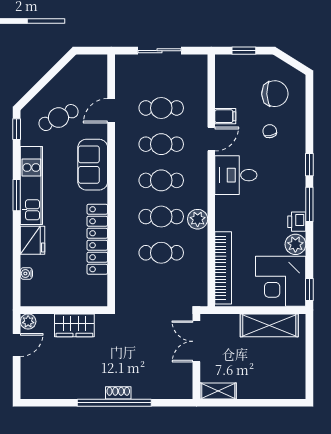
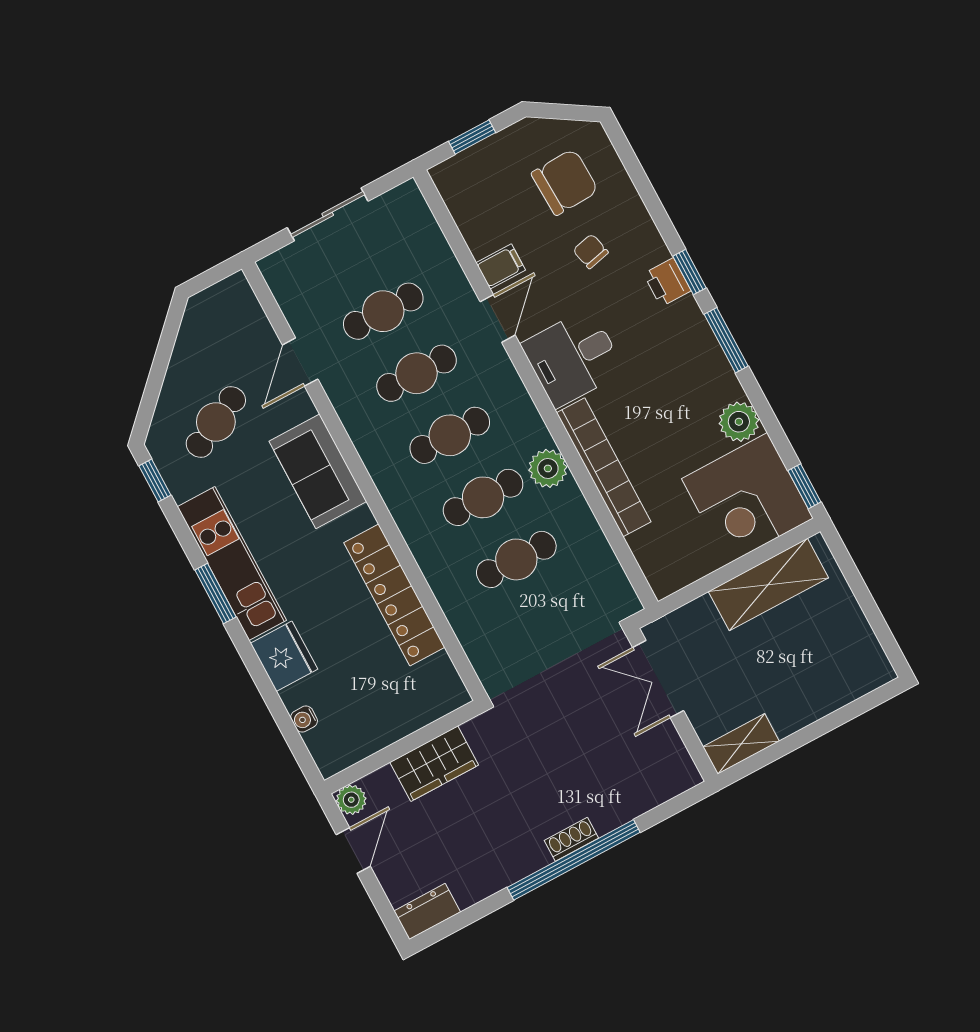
printer: (297, 222) -> (667, 282), moved
bookcase: (223, 268) -> (604, 467), moved
dresser: (35, 391) -> (427, 911), added

